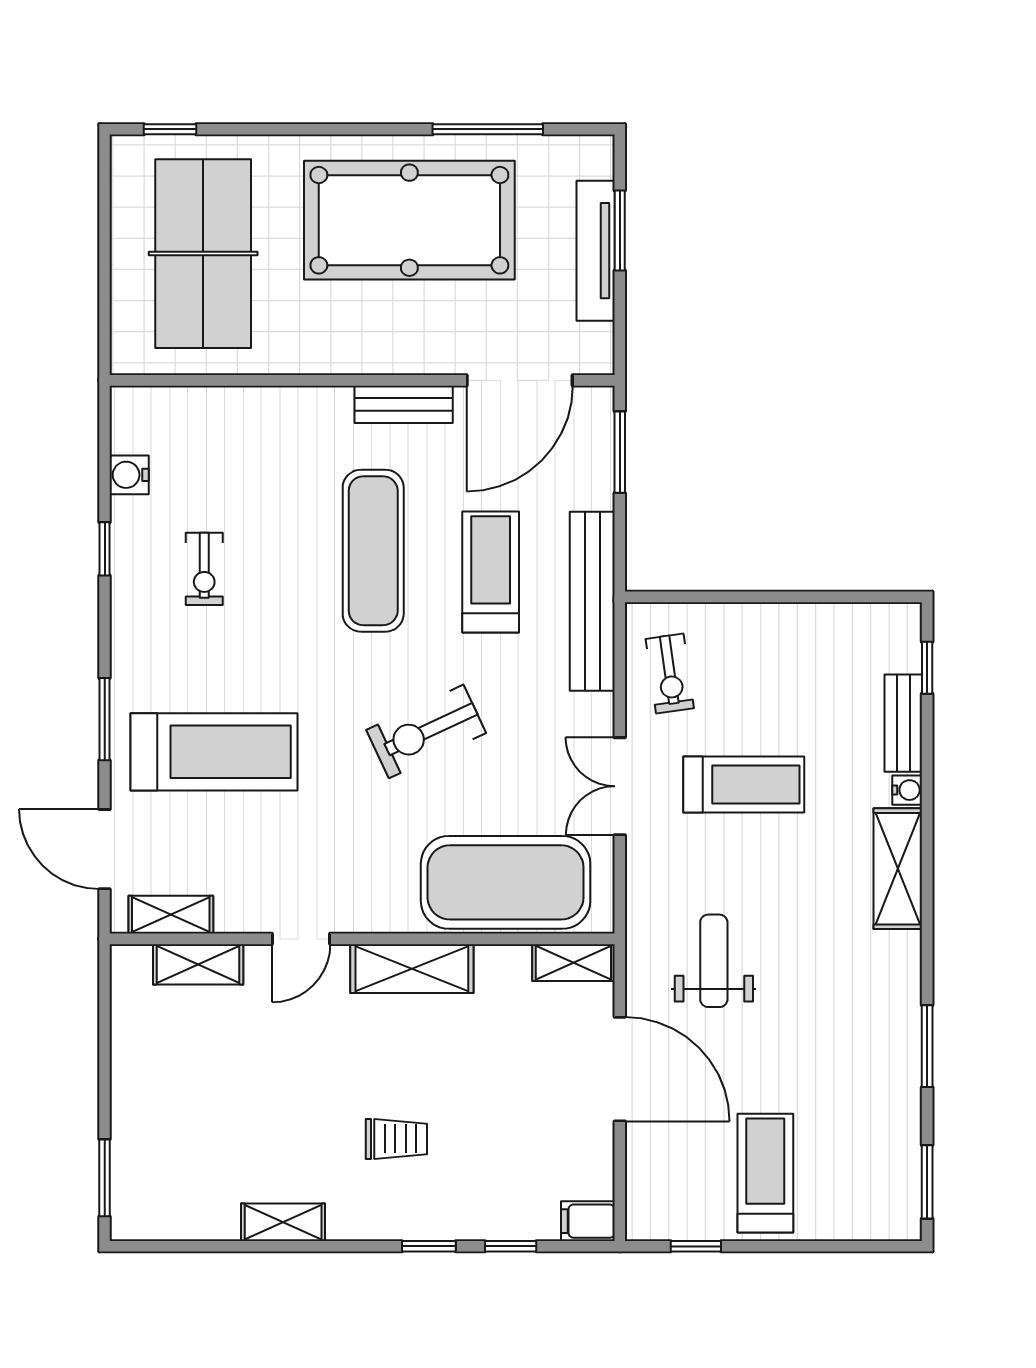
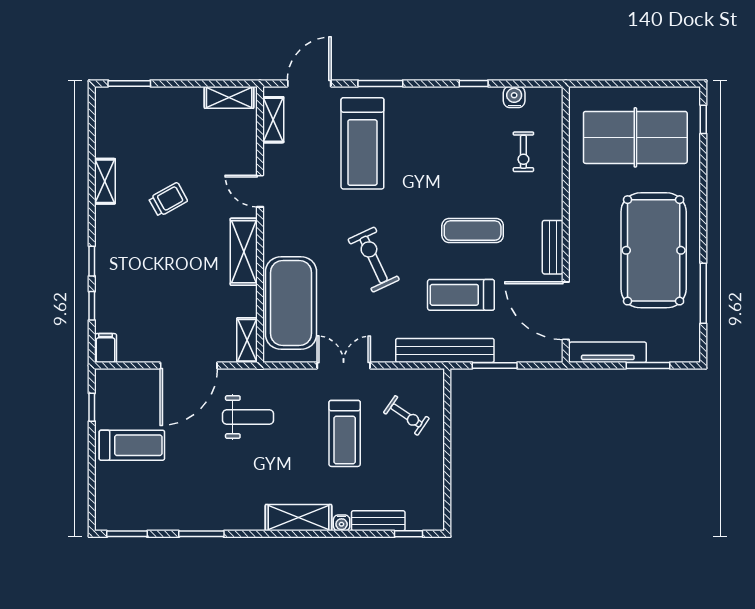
tv unit: (596, 251) -> (608, 352), moved
window: (620, 452) -> (495, 366), moved
exercise mat: (373, 551) -> (473, 231), width x0.73, depth x0.69
exercise bike: (204, 569) -> (523, 152), moved, turned -90
treadmill: (491, 572) -> (461, 295), turned 180
exercise bike: (670, 674) -> (406, 415), moved, turned -138
shelving: (198, 964) -> (229, 97), moved, turned 90
trolley: (396, 1139) -> (168, 200), moved, turned -119

